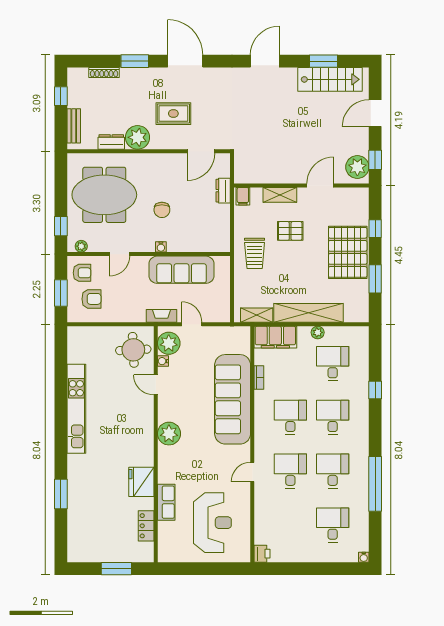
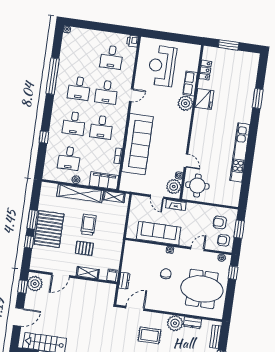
trolley: (255, 253) -> (88, 225), moved
window: (375, 279) -> (32, 219), moved
plant: (169, 434) -> (185, 103), moved
desk: (333, 525) -> (111, 57), moved

